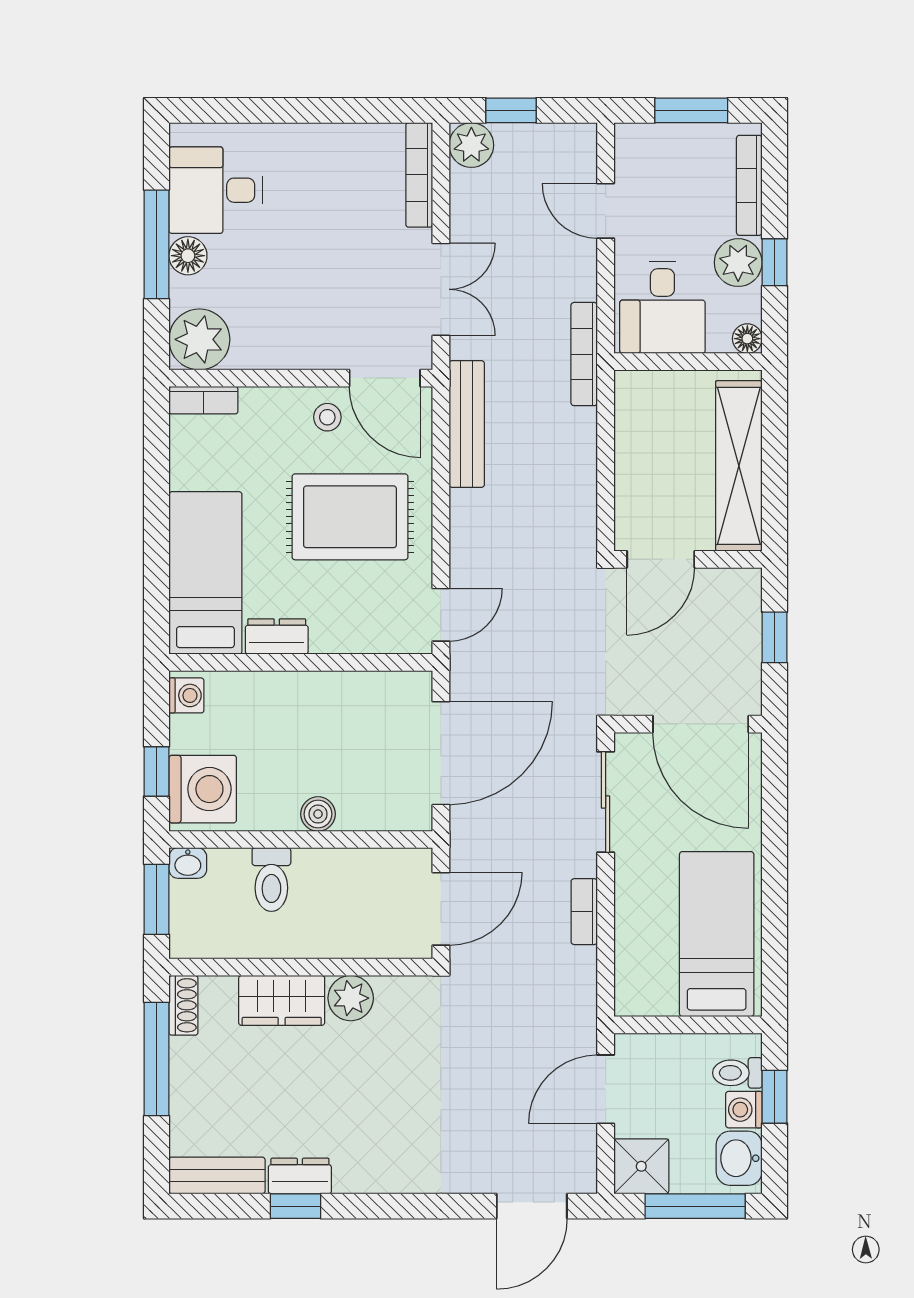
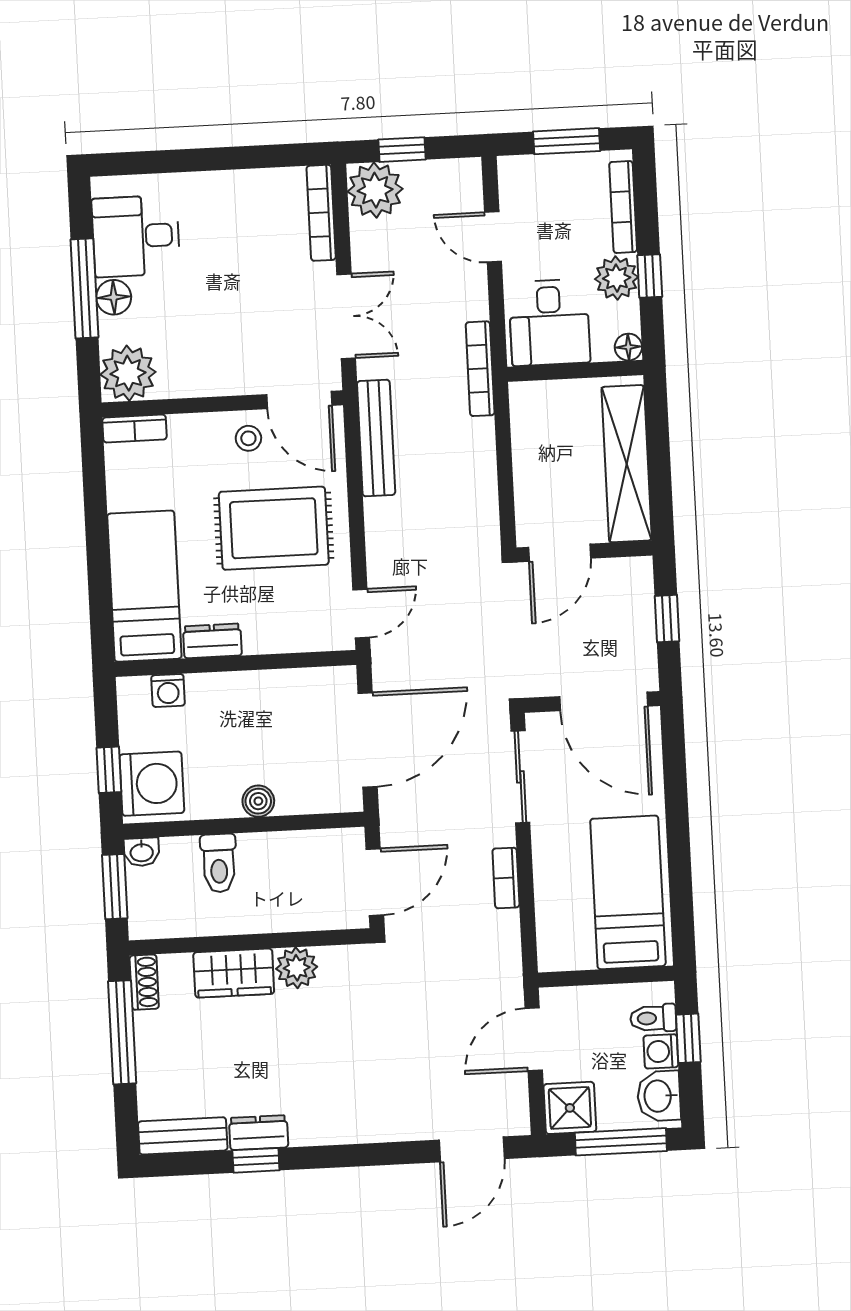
plant: (471, 145) -> (375, 190), width x1.36, depth x1.36
washing machine: (186, 695) -> (168, 690), moved, turned 90

